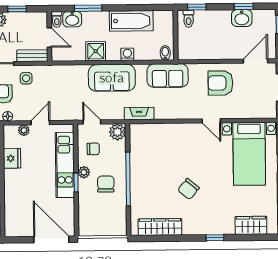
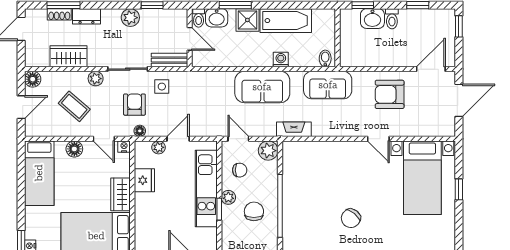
washbasin: (242, 18) -> (372, 19), moved
toilet: (189, 19) -> (392, 19), moved
shower: (96, 51) -> (247, 20), moved

